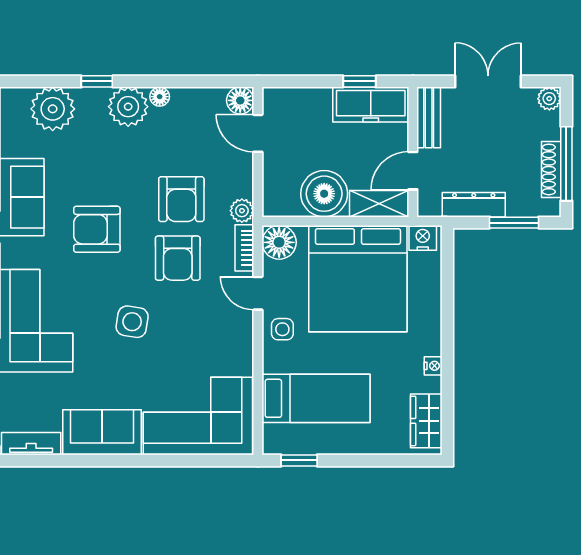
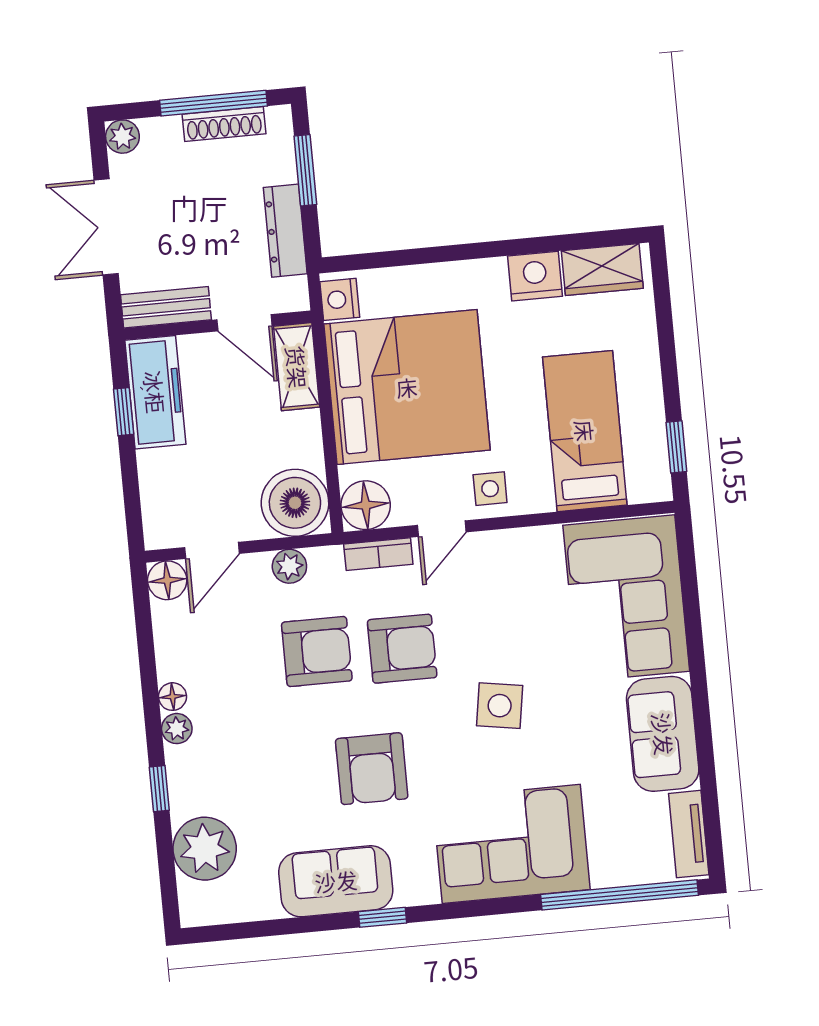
plant: (128, 107) -> (177, 729), width x0.53, depth x0.53
boiler: (324, 194) -> (295, 503), moved
plant: (242, 211) -> (289, 566), moved
nightstand: (433, 366) -> (535, 276), width x1.89, depth x1.79

